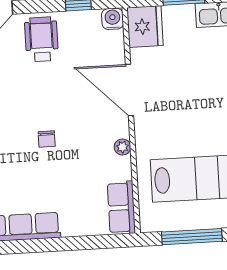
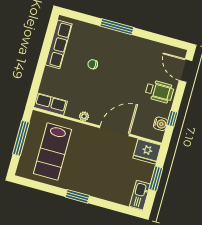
water cooler: (113, 19) -> (160, 124), moved
chair: (47, 139) -> (93, 64), moved

